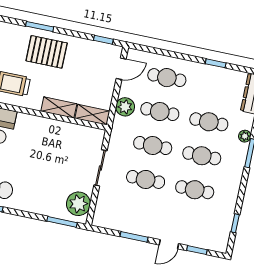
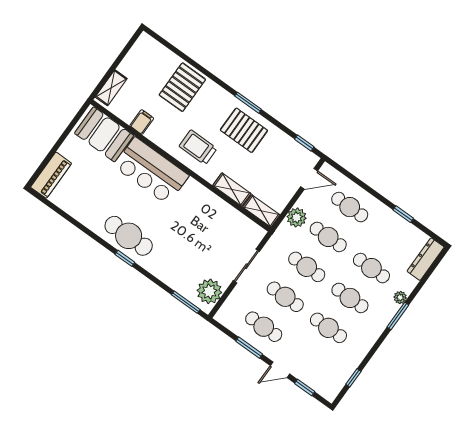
cafe table: (139, 213) -> (264, 327), added

